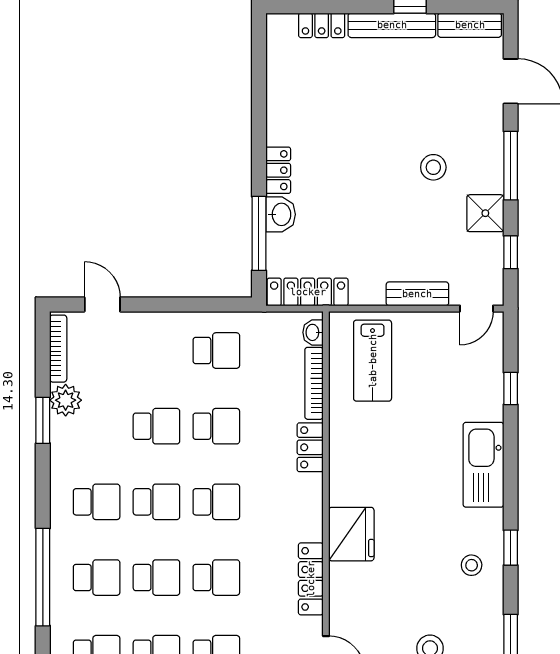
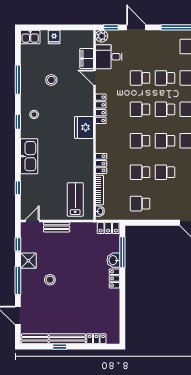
locker: (308, 292) -> (108, 228), width x0.66

